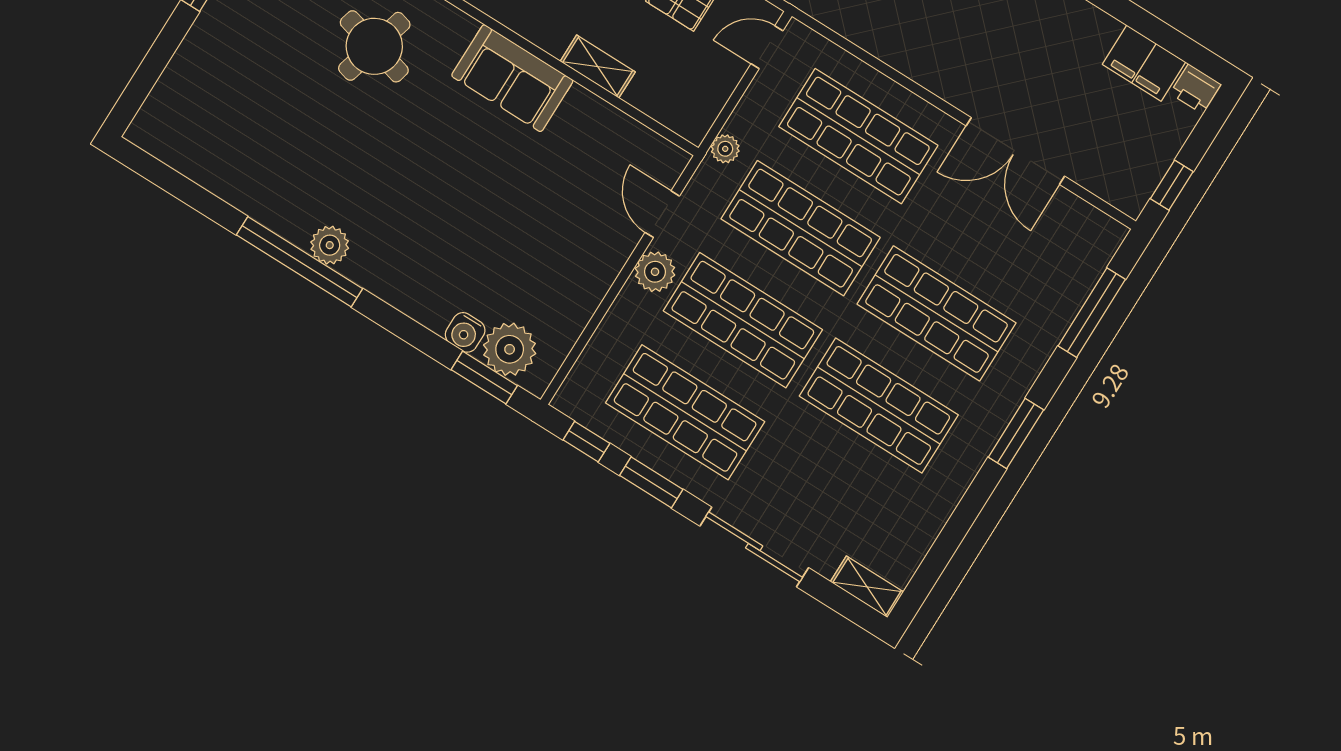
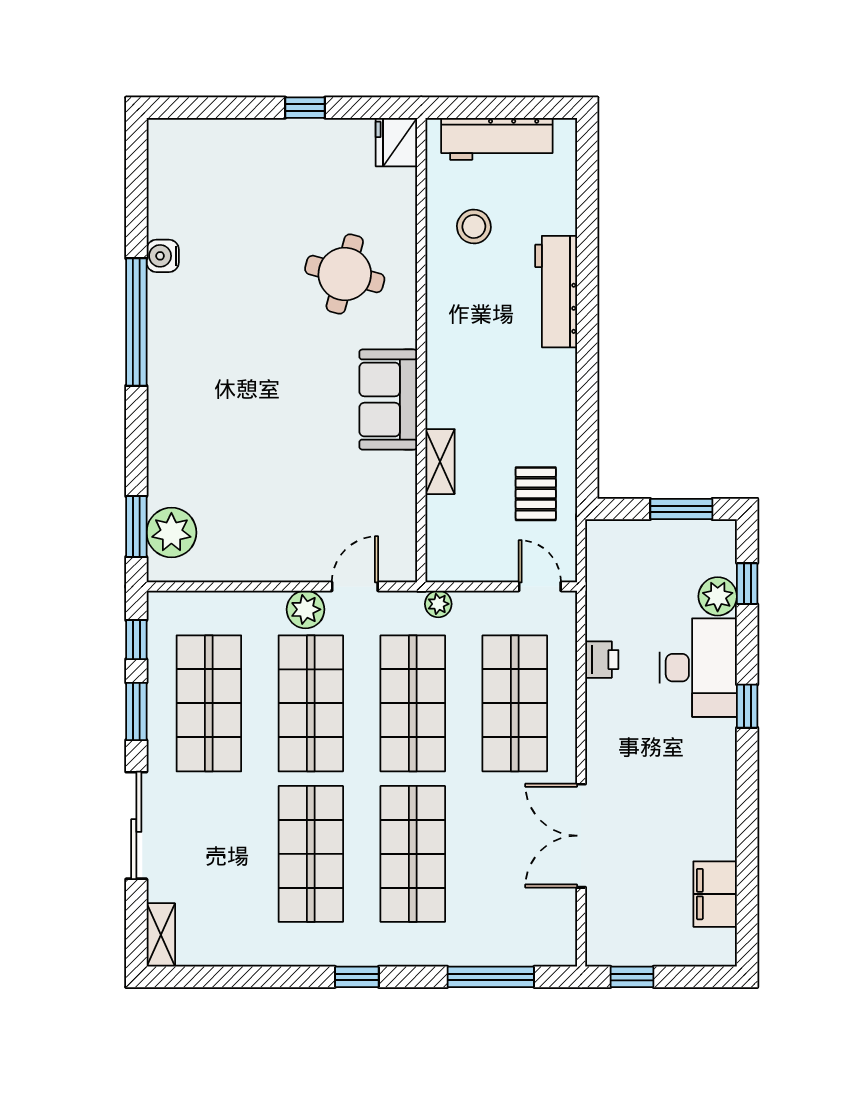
printer: (1195, 89) -> (602, 660), moved, turned 180
plant: (330, 245) -> (165, 338), removed
water cooler: (465, 332) -> (163, 256), moved
window: (1016, 434) -> (357, 977), width x0.67

